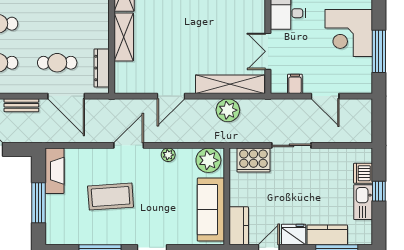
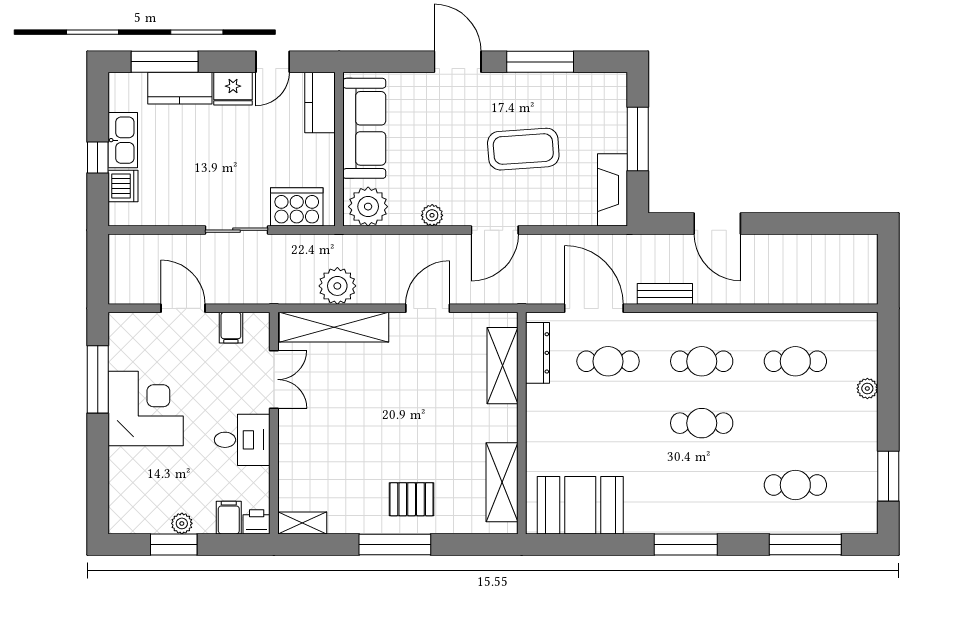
shelving: (124, 37) -> (502, 366), moved

